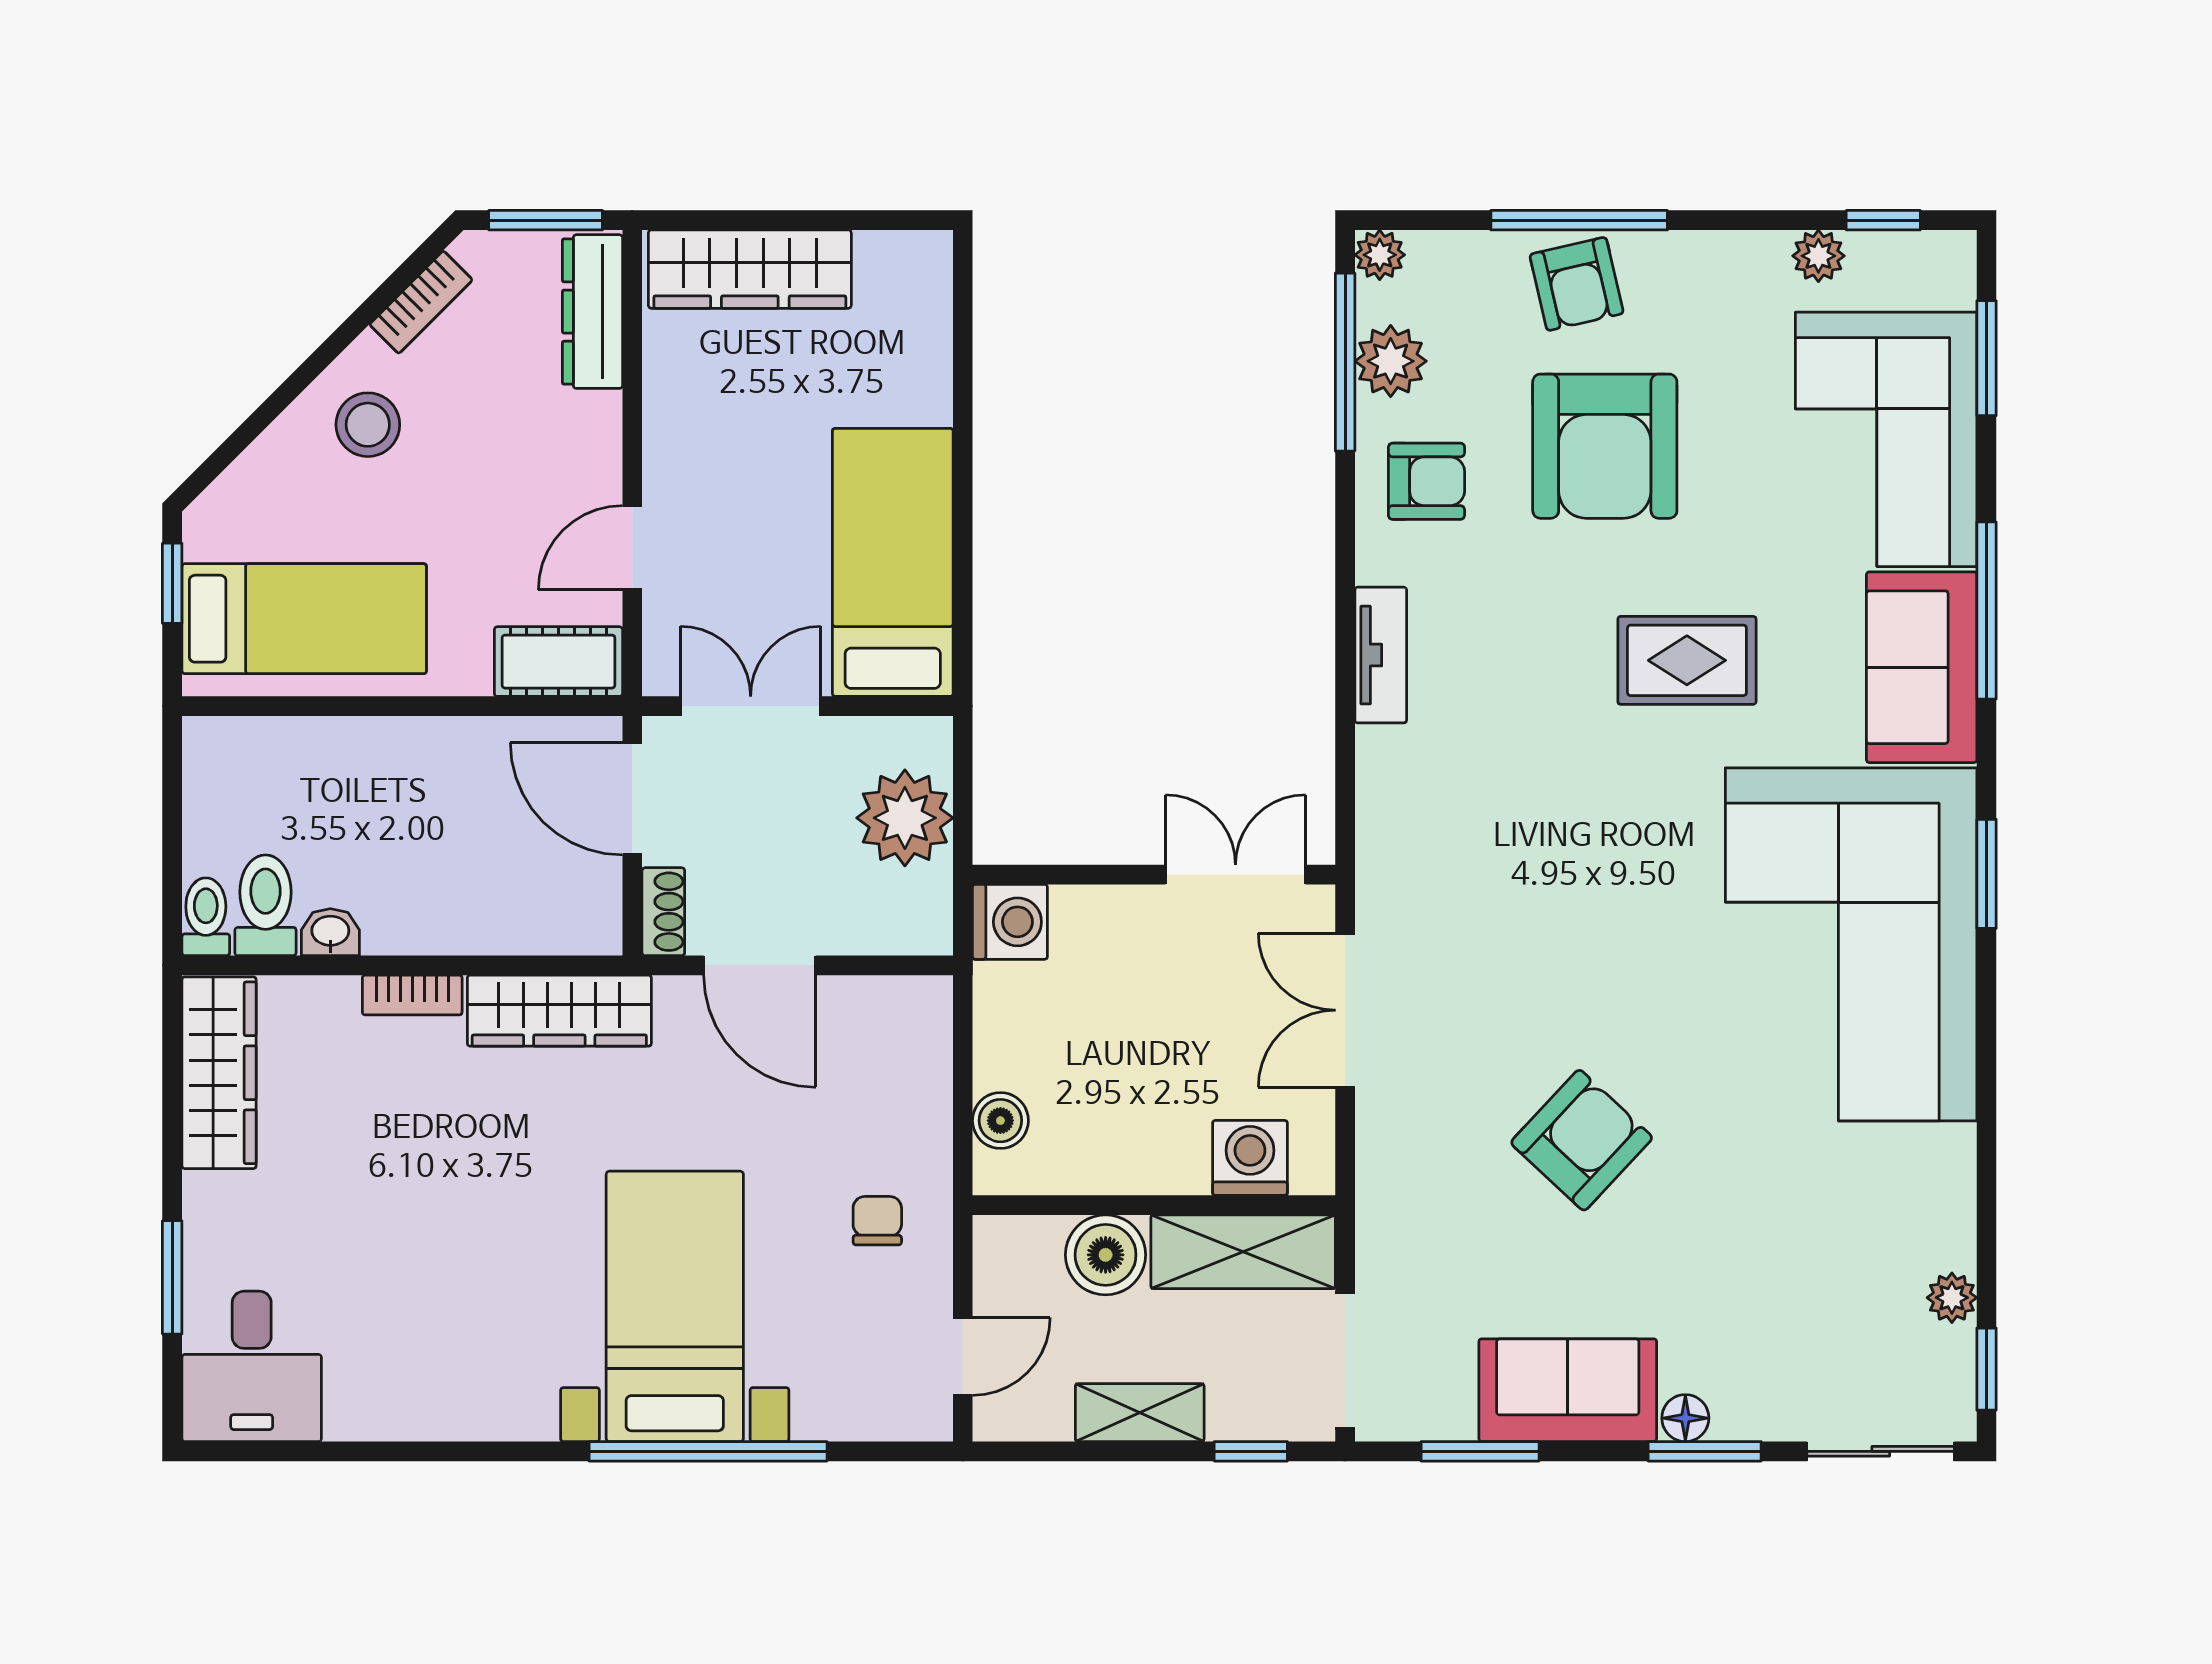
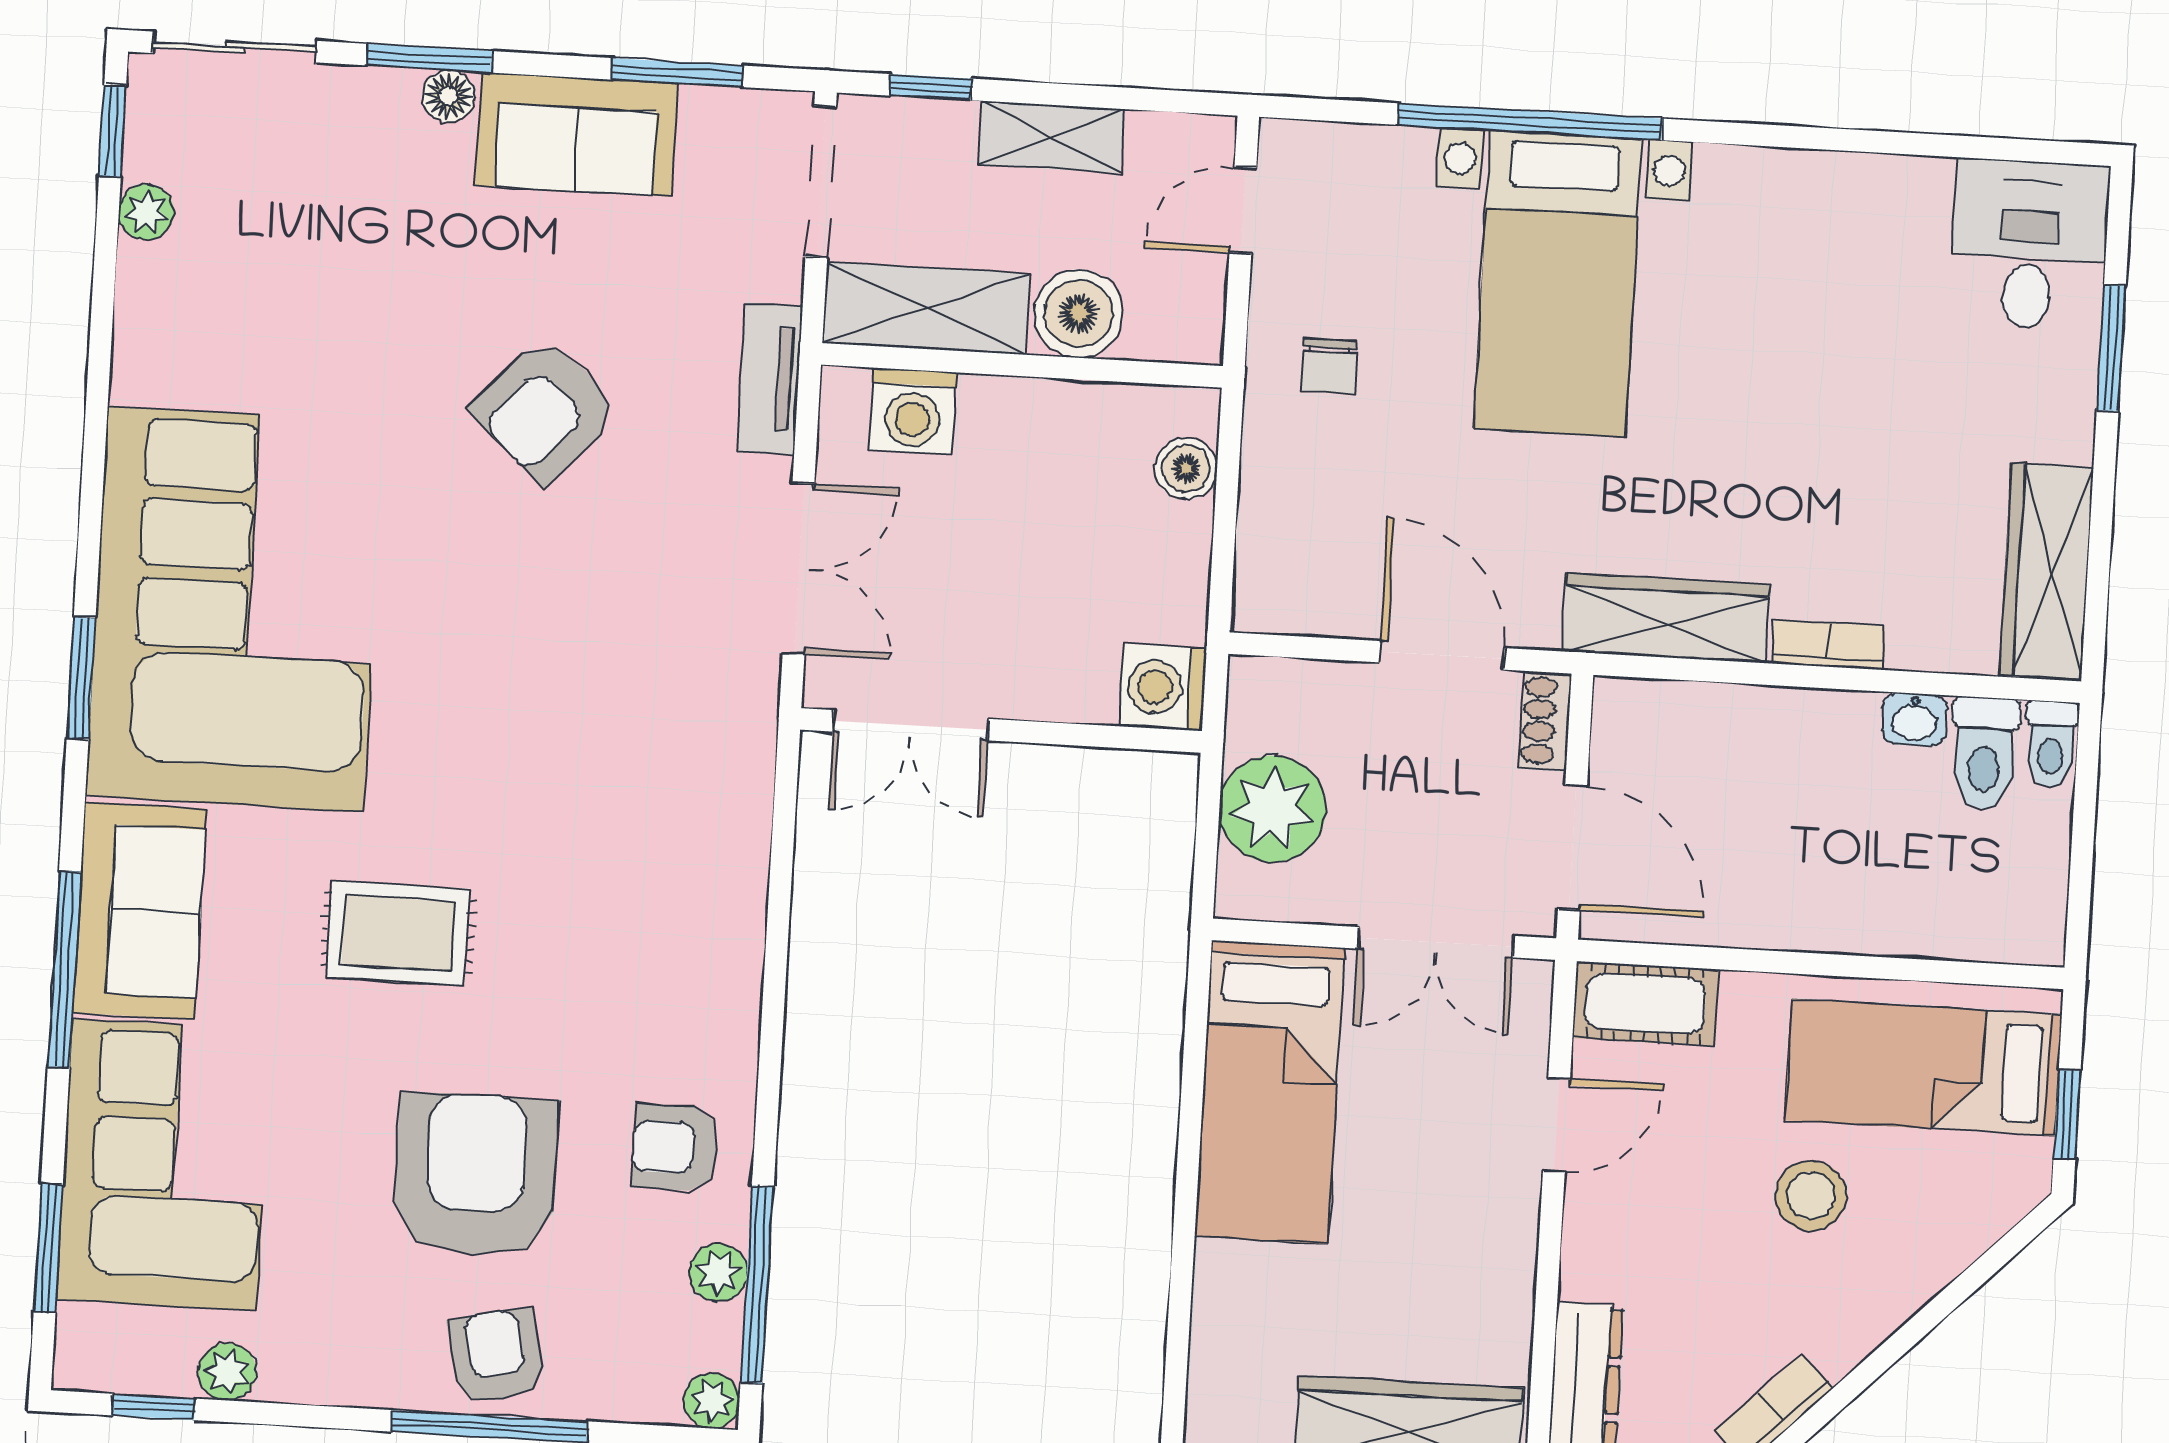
plant: (1391, 361) -> (718, 1273), width x0.73, depth x0.73
stool: (368, 425) -> (1811, 1196), moved
tv unit: (1381, 655) -> (770, 379), moved

